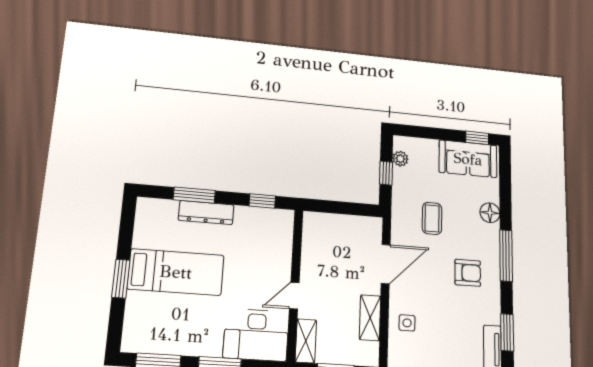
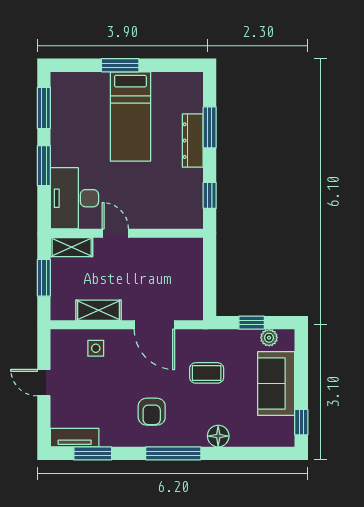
sofa: (468, 159) -> (276, 384), moved

